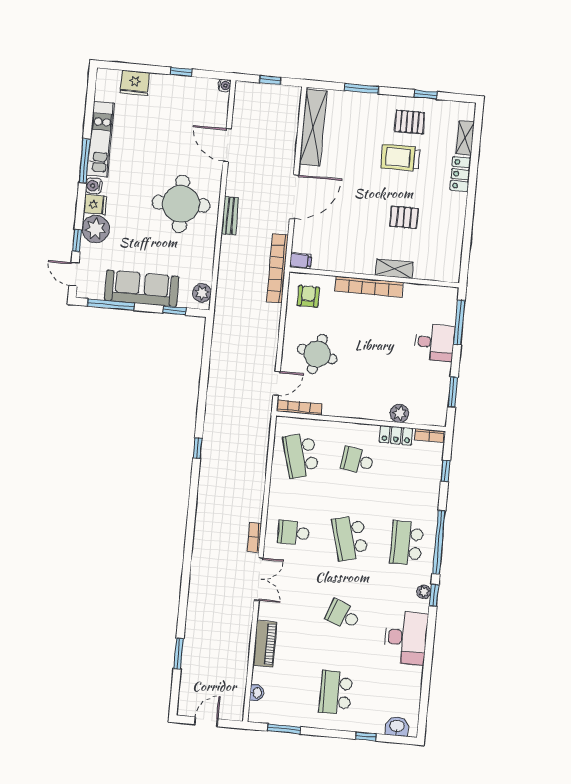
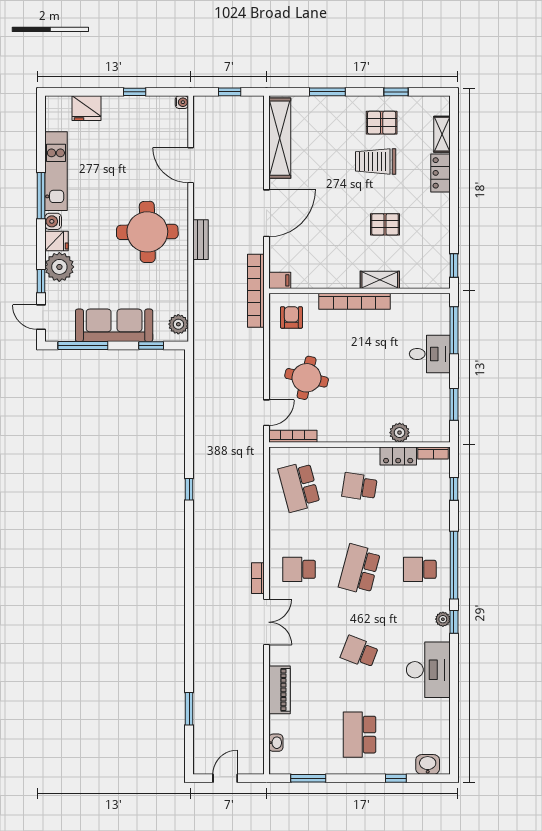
window: (465, 262) -> (454, 266), added
school desk: (350, 538) -> (359, 569), turned 30
school desk: (407, 543) -> (420, 569), width x0.54

